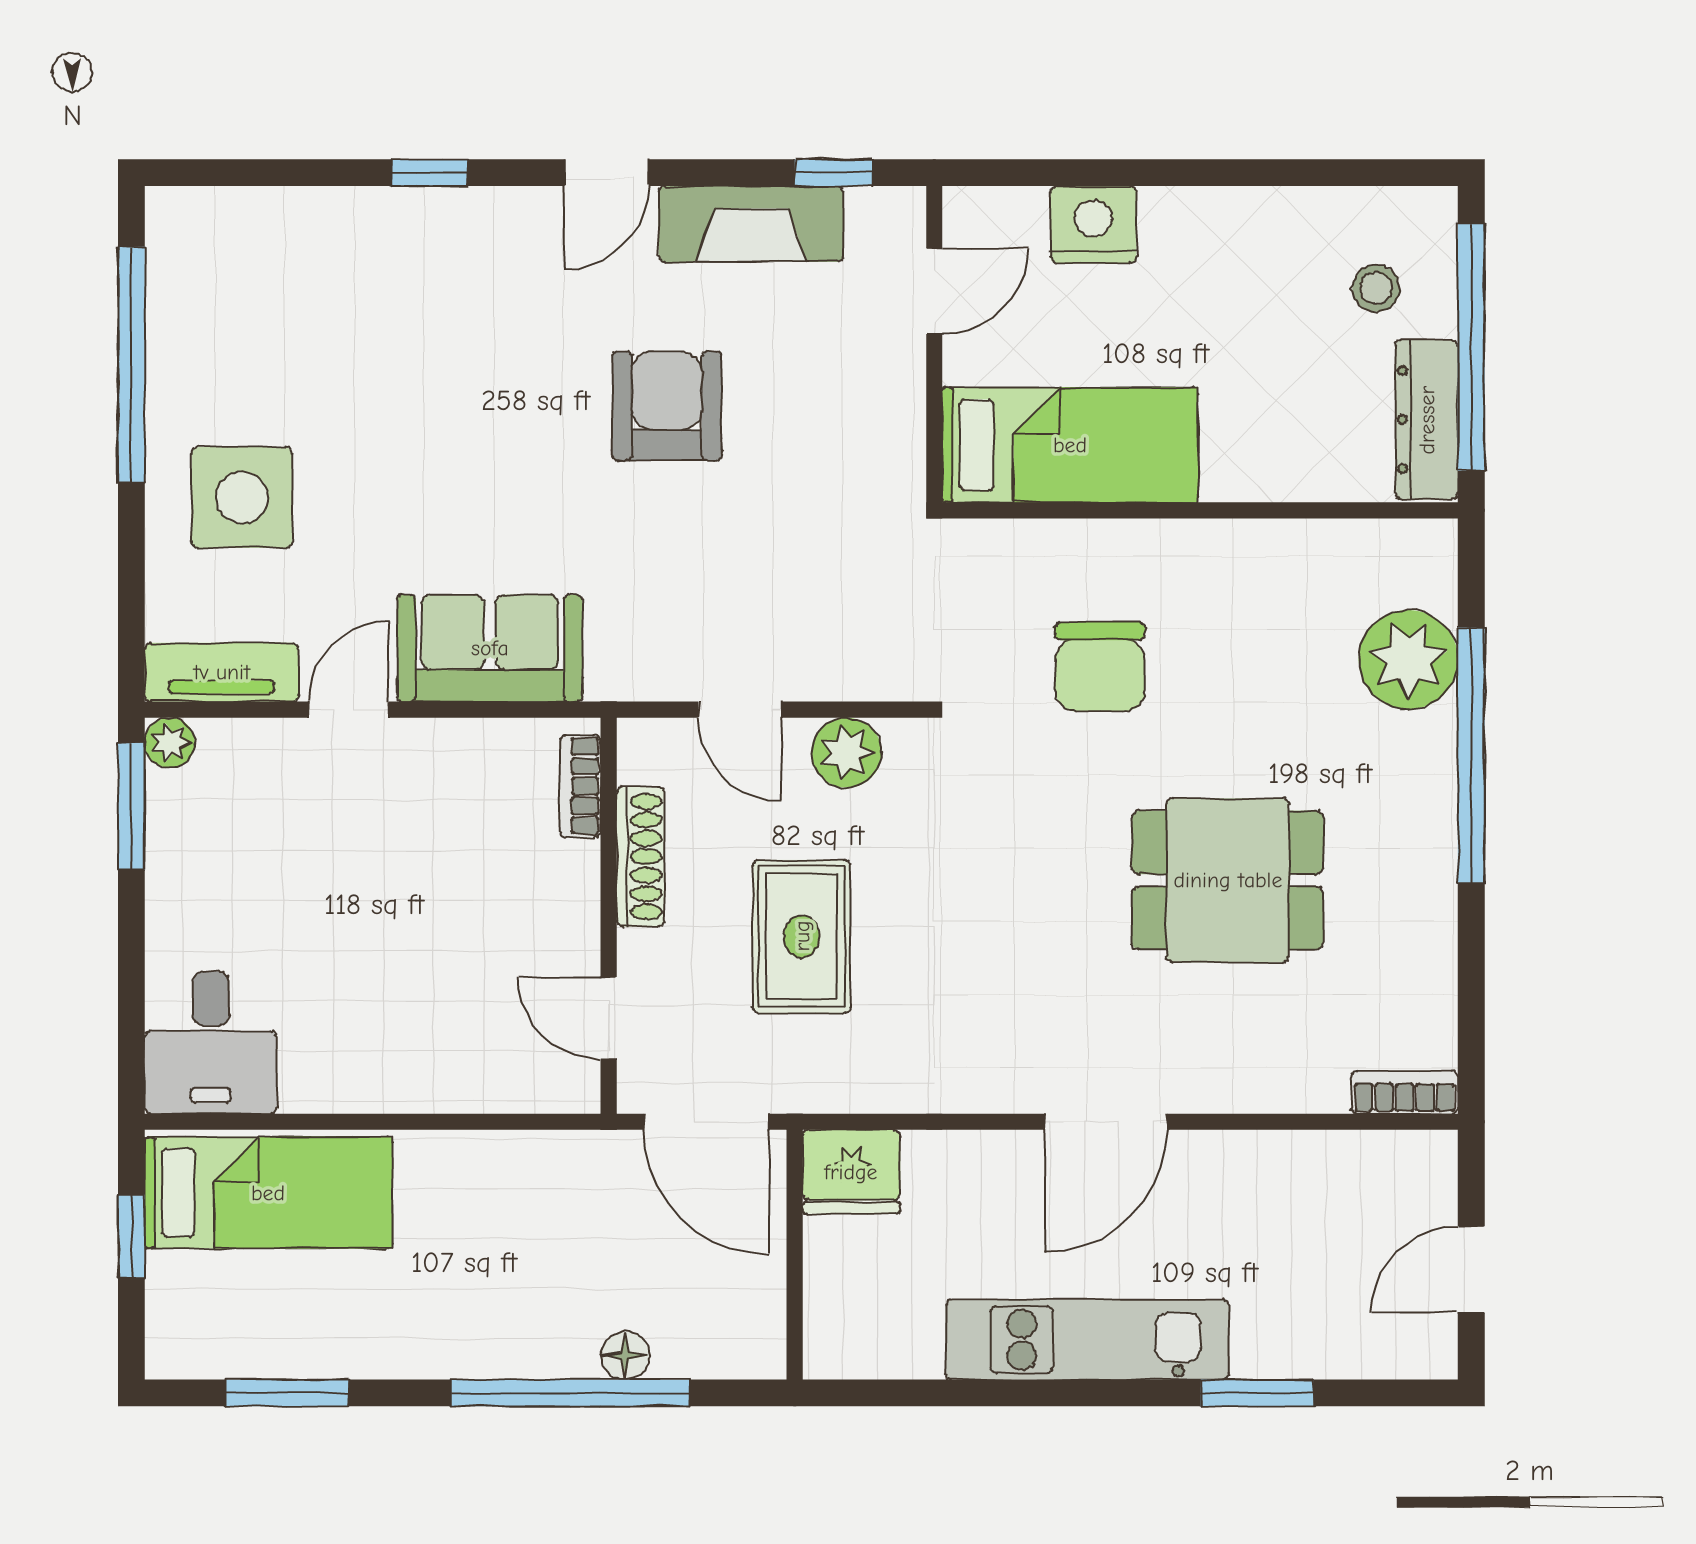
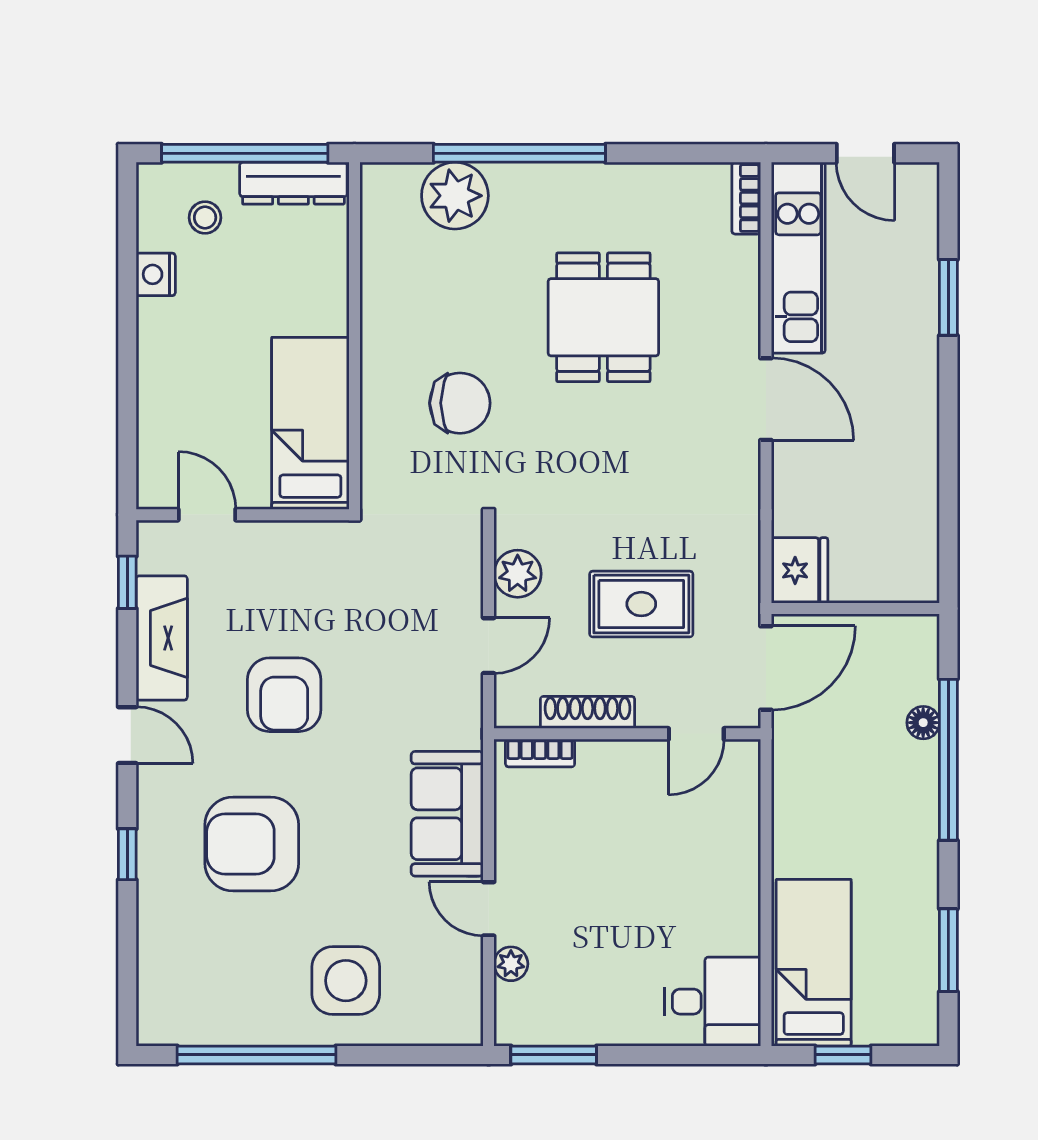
nightstand: (1093, 225) -> (156, 274), moved, width x0.74, depth x0.75
armchair: (445, 358) -> (252, 844), added
armchair: (667, 406) -> (284, 695), turned -90
tv unit: (222, 672) -> (463, 994), removed
plant: (170, 743) -> (511, 964), moved
kitchen unit: (1087, 1340) -> (798, 258), moved, turned 180

